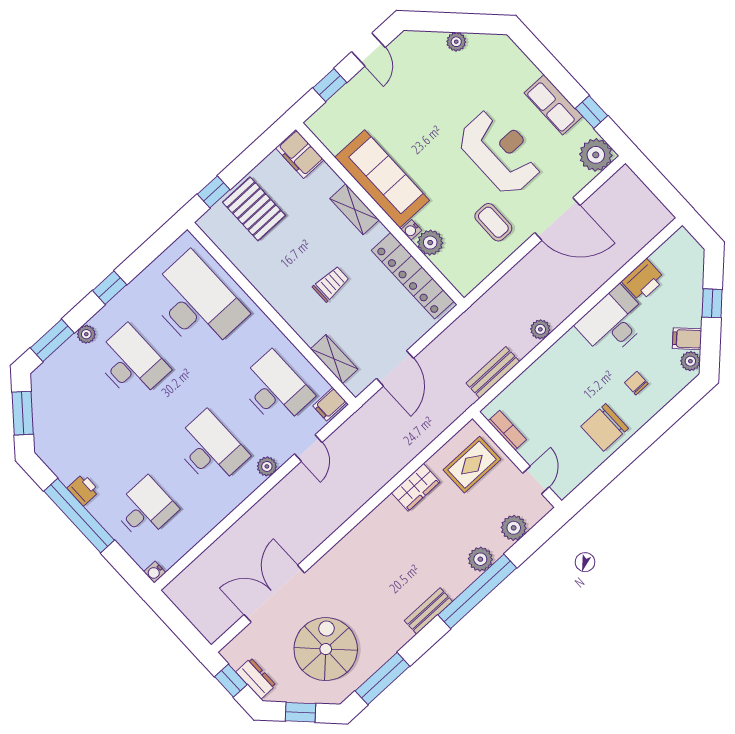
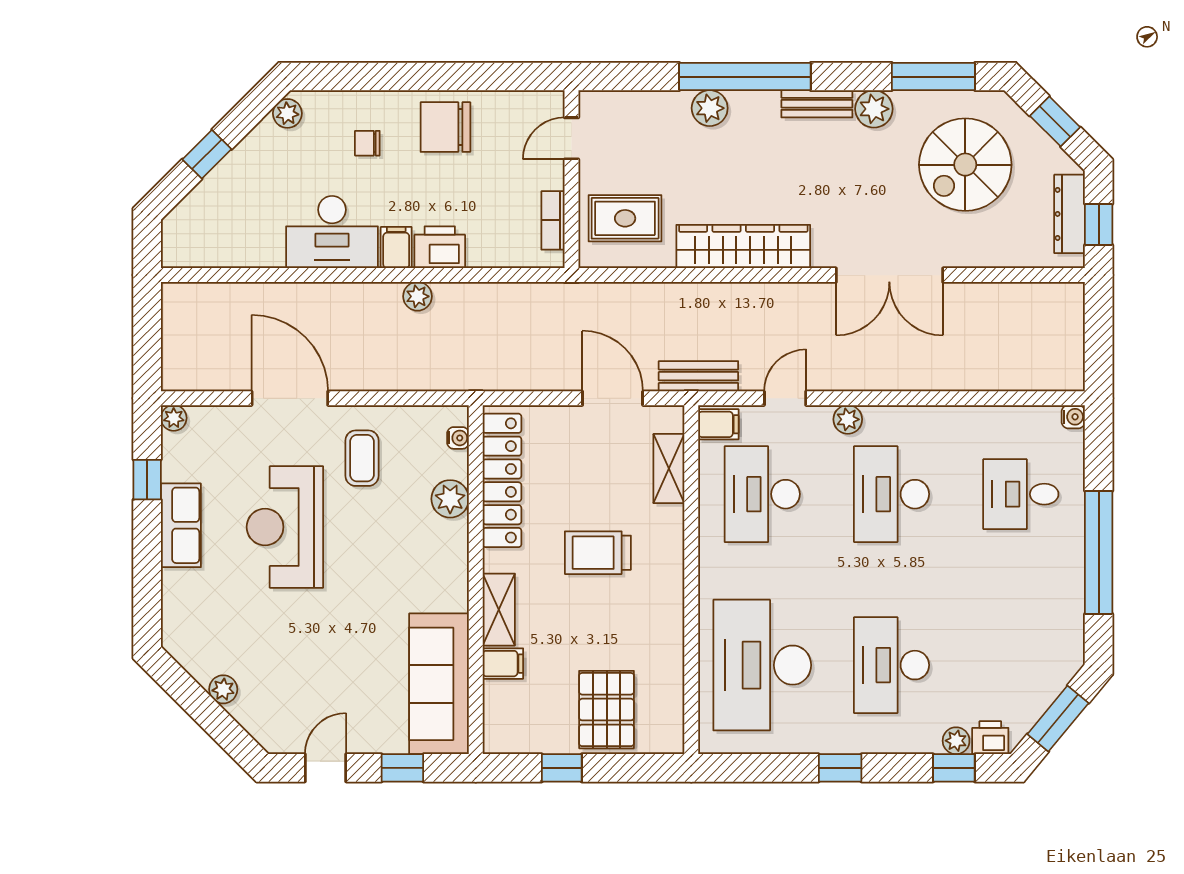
filing cabinet: (300, 154) -> (503, 664), moved, width x0.50
plant: (596, 155) -> (174, 418), width x0.53, depth x0.53
sofa: (382, 179) -> (439, 684), moved
window: (214, 192) -> (562, 768), moved
water cooler: (411, 230) -> (458, 438), moved
printer: (643, 280) -> (440, 247), moved
trolley: (331, 284) -> (598, 553), width x1.36, depth x1.39
plant: (86, 334) -> (956, 741), moved
filing cabinet: (687, 339) -> (396, 248), moved, turned -135
window: (52, 340) -> (954, 768), width x0.67
door: (395, 368) -> (613, 398), hinge flipped
bench: (493, 372) -> (698, 376), moved
chair: (636, 383) -> (367, 143), turned 90
chair: (605, 427) -> (445, 127), turned 180
wardrobe: (416, 487) -> (743, 247), width x2.10, depth x1.17
printer: (83, 490) -> (990, 738), moved, turned 90
plant: (514, 528) -> (874, 109), moved
double door: (274, 594) -> (889, 275), moved
dresser: (256, 678) -> (1070, 214), width x1.44

